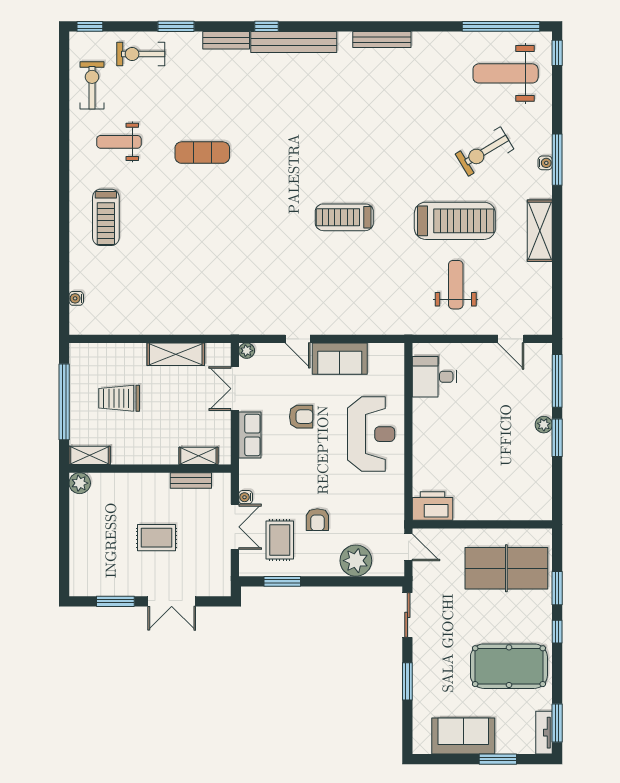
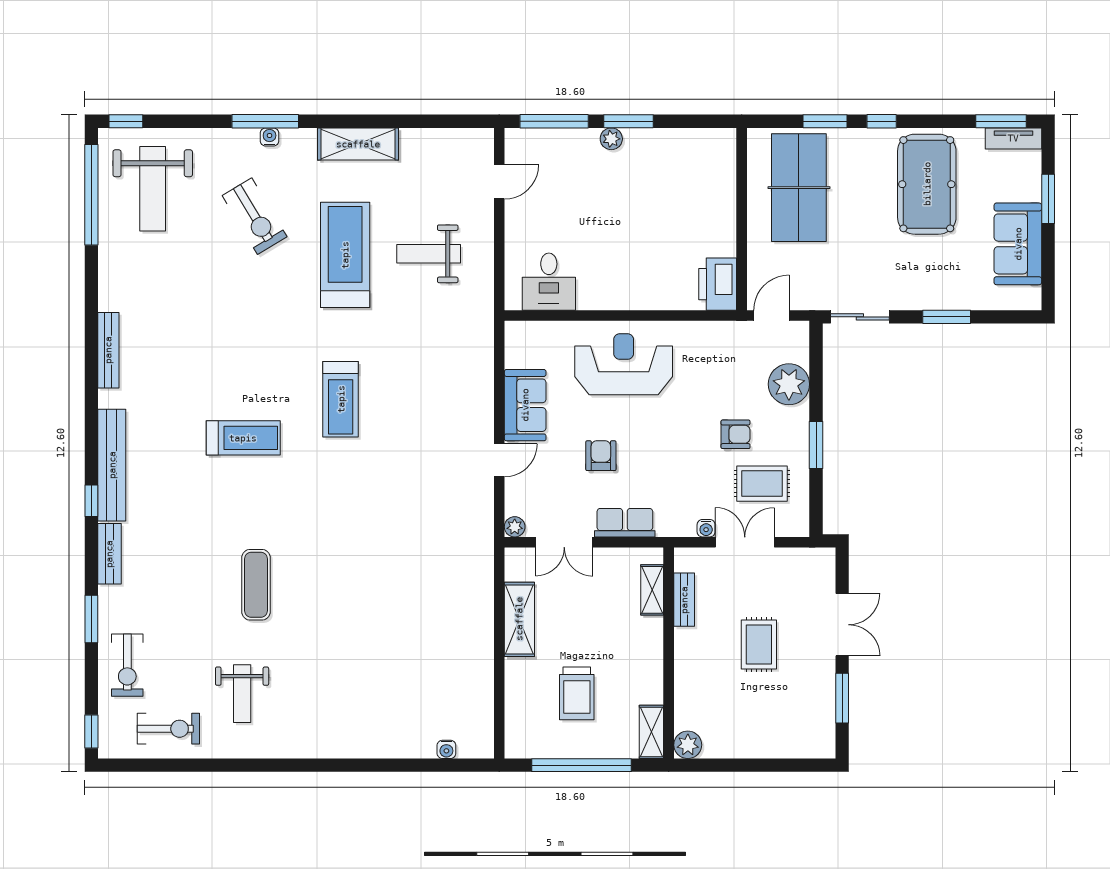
exercise bike: (92, 85) -> (168, 729), turned 180
treadmill: (106, 217) -> (243, 438), moved
window: (282, 581) -> (816, 445), moved

